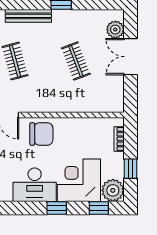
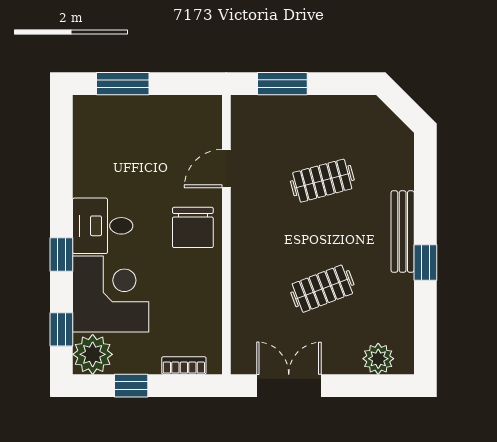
bench: (28, 16) -> (403, 232), moved
double door: (130, 57) -> (289, 386), moved
desk: (35, 185) -> (103, 226), width x0.73

